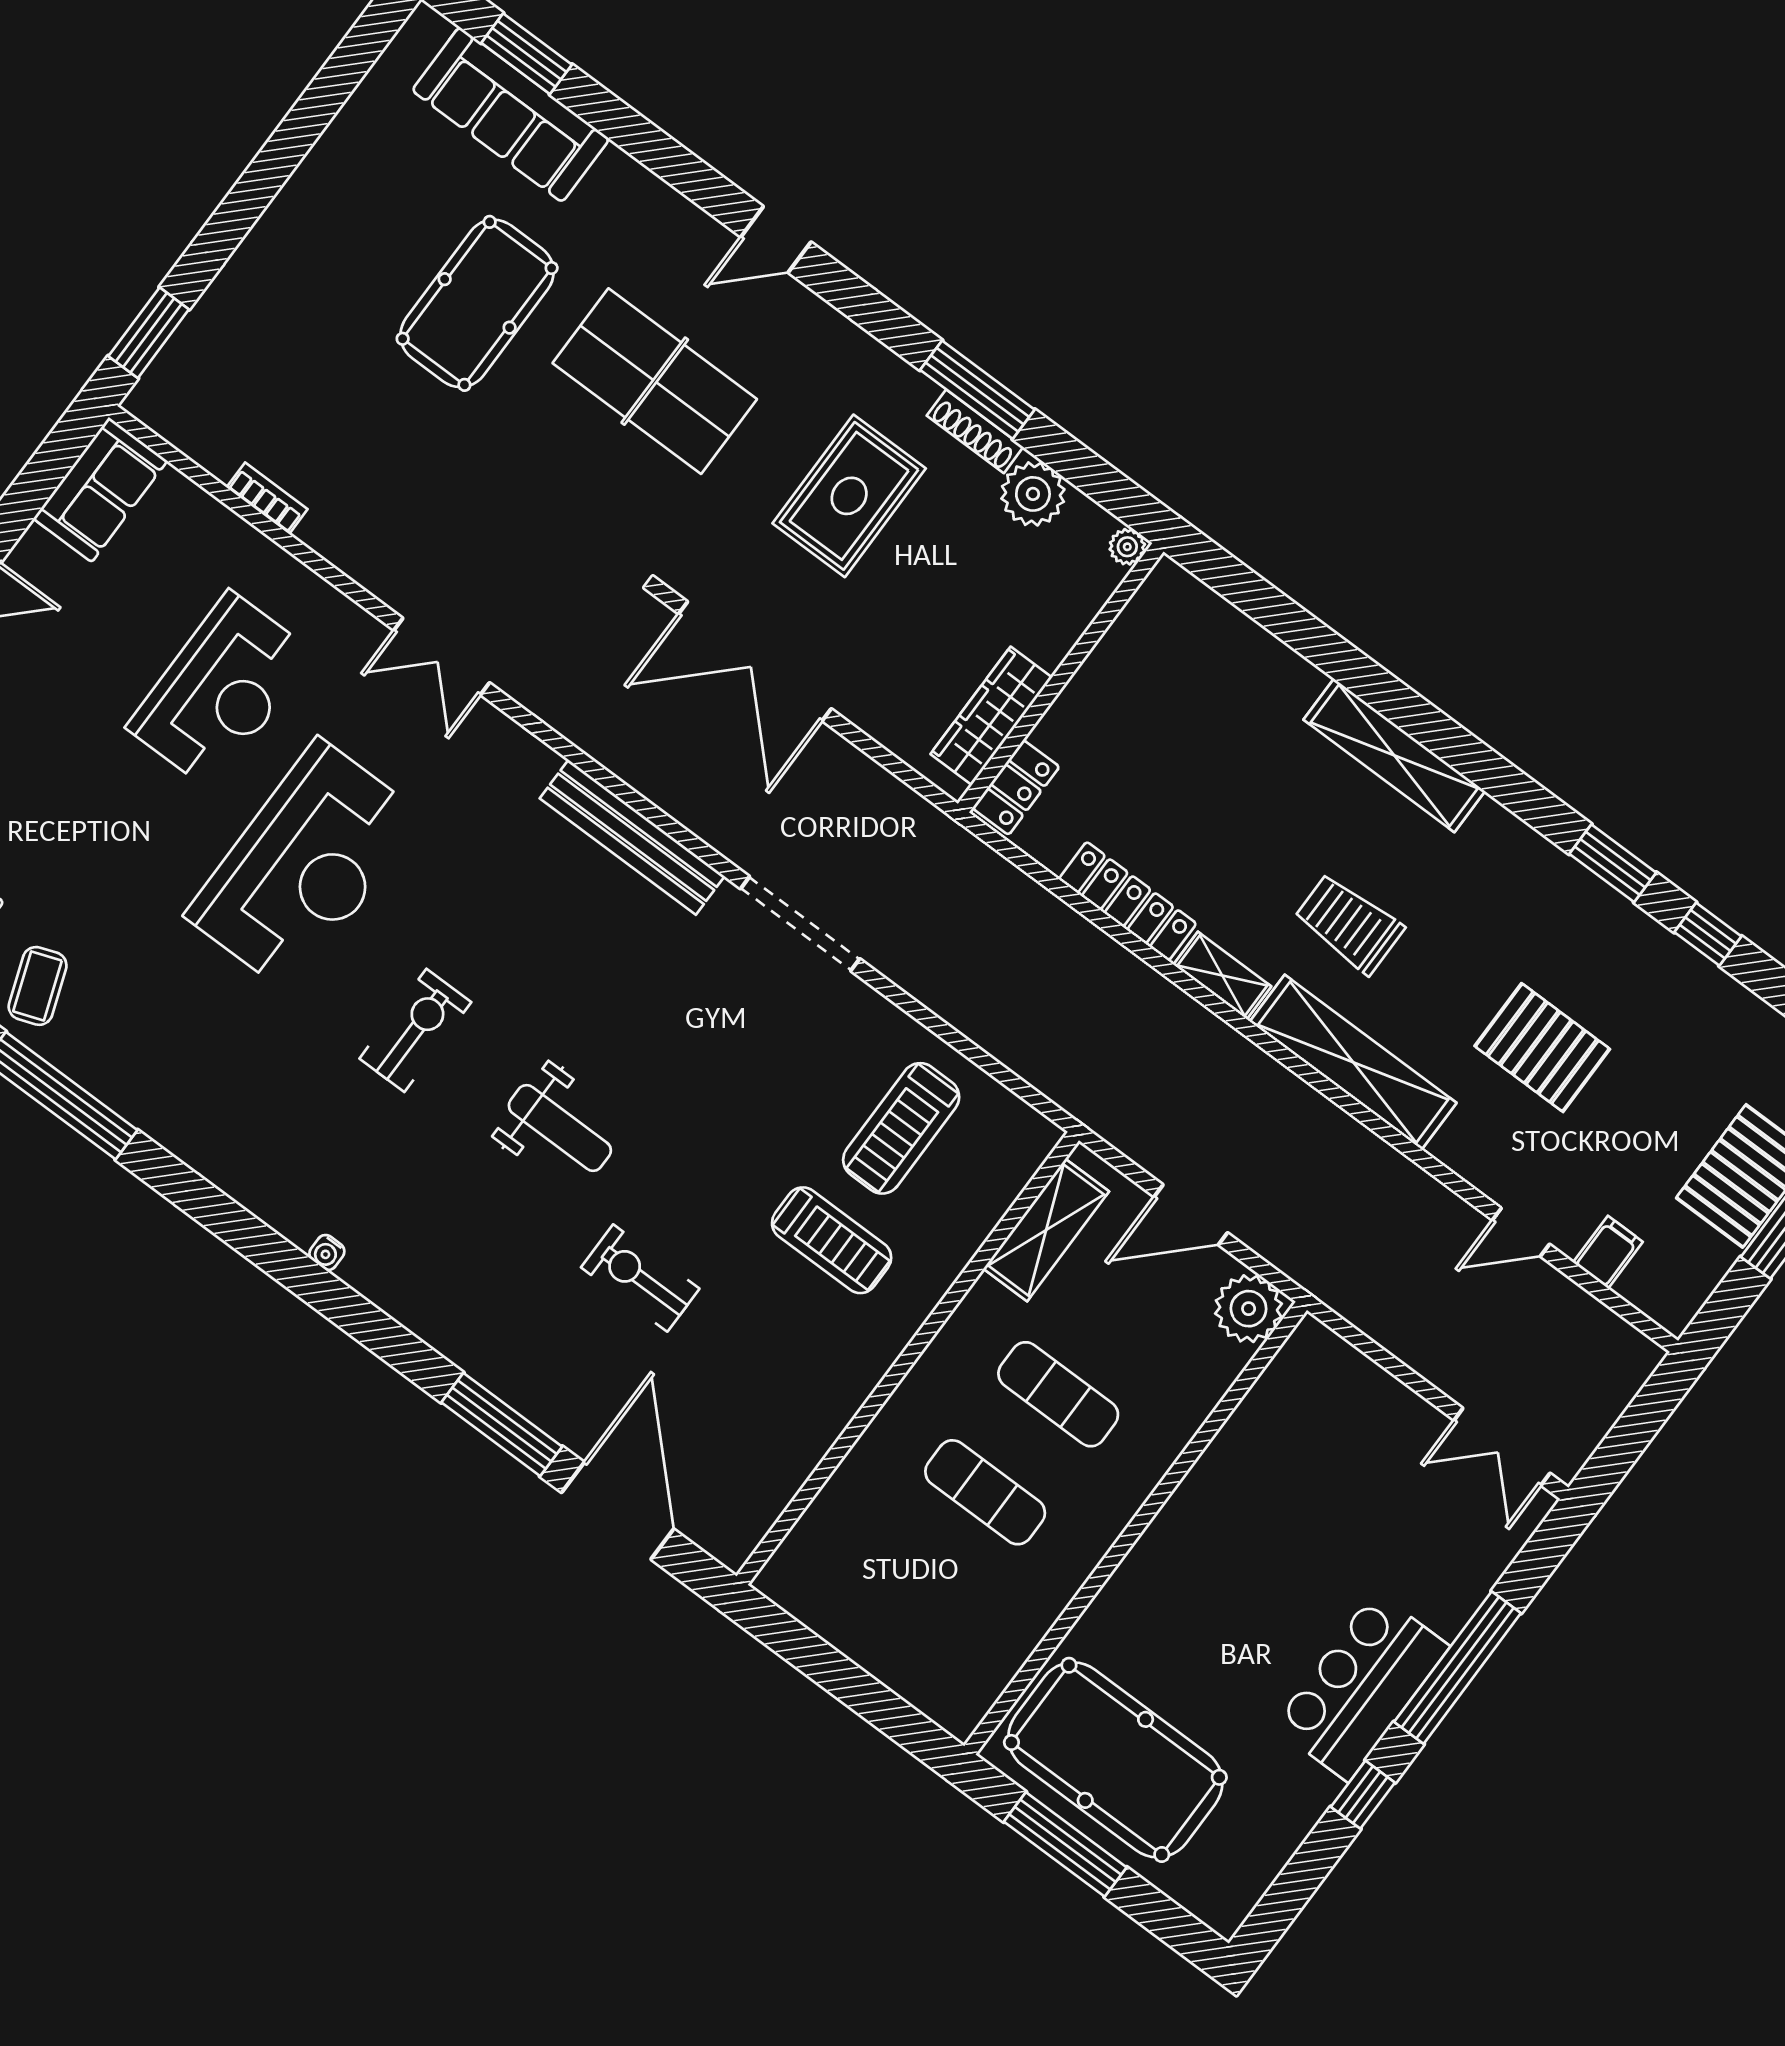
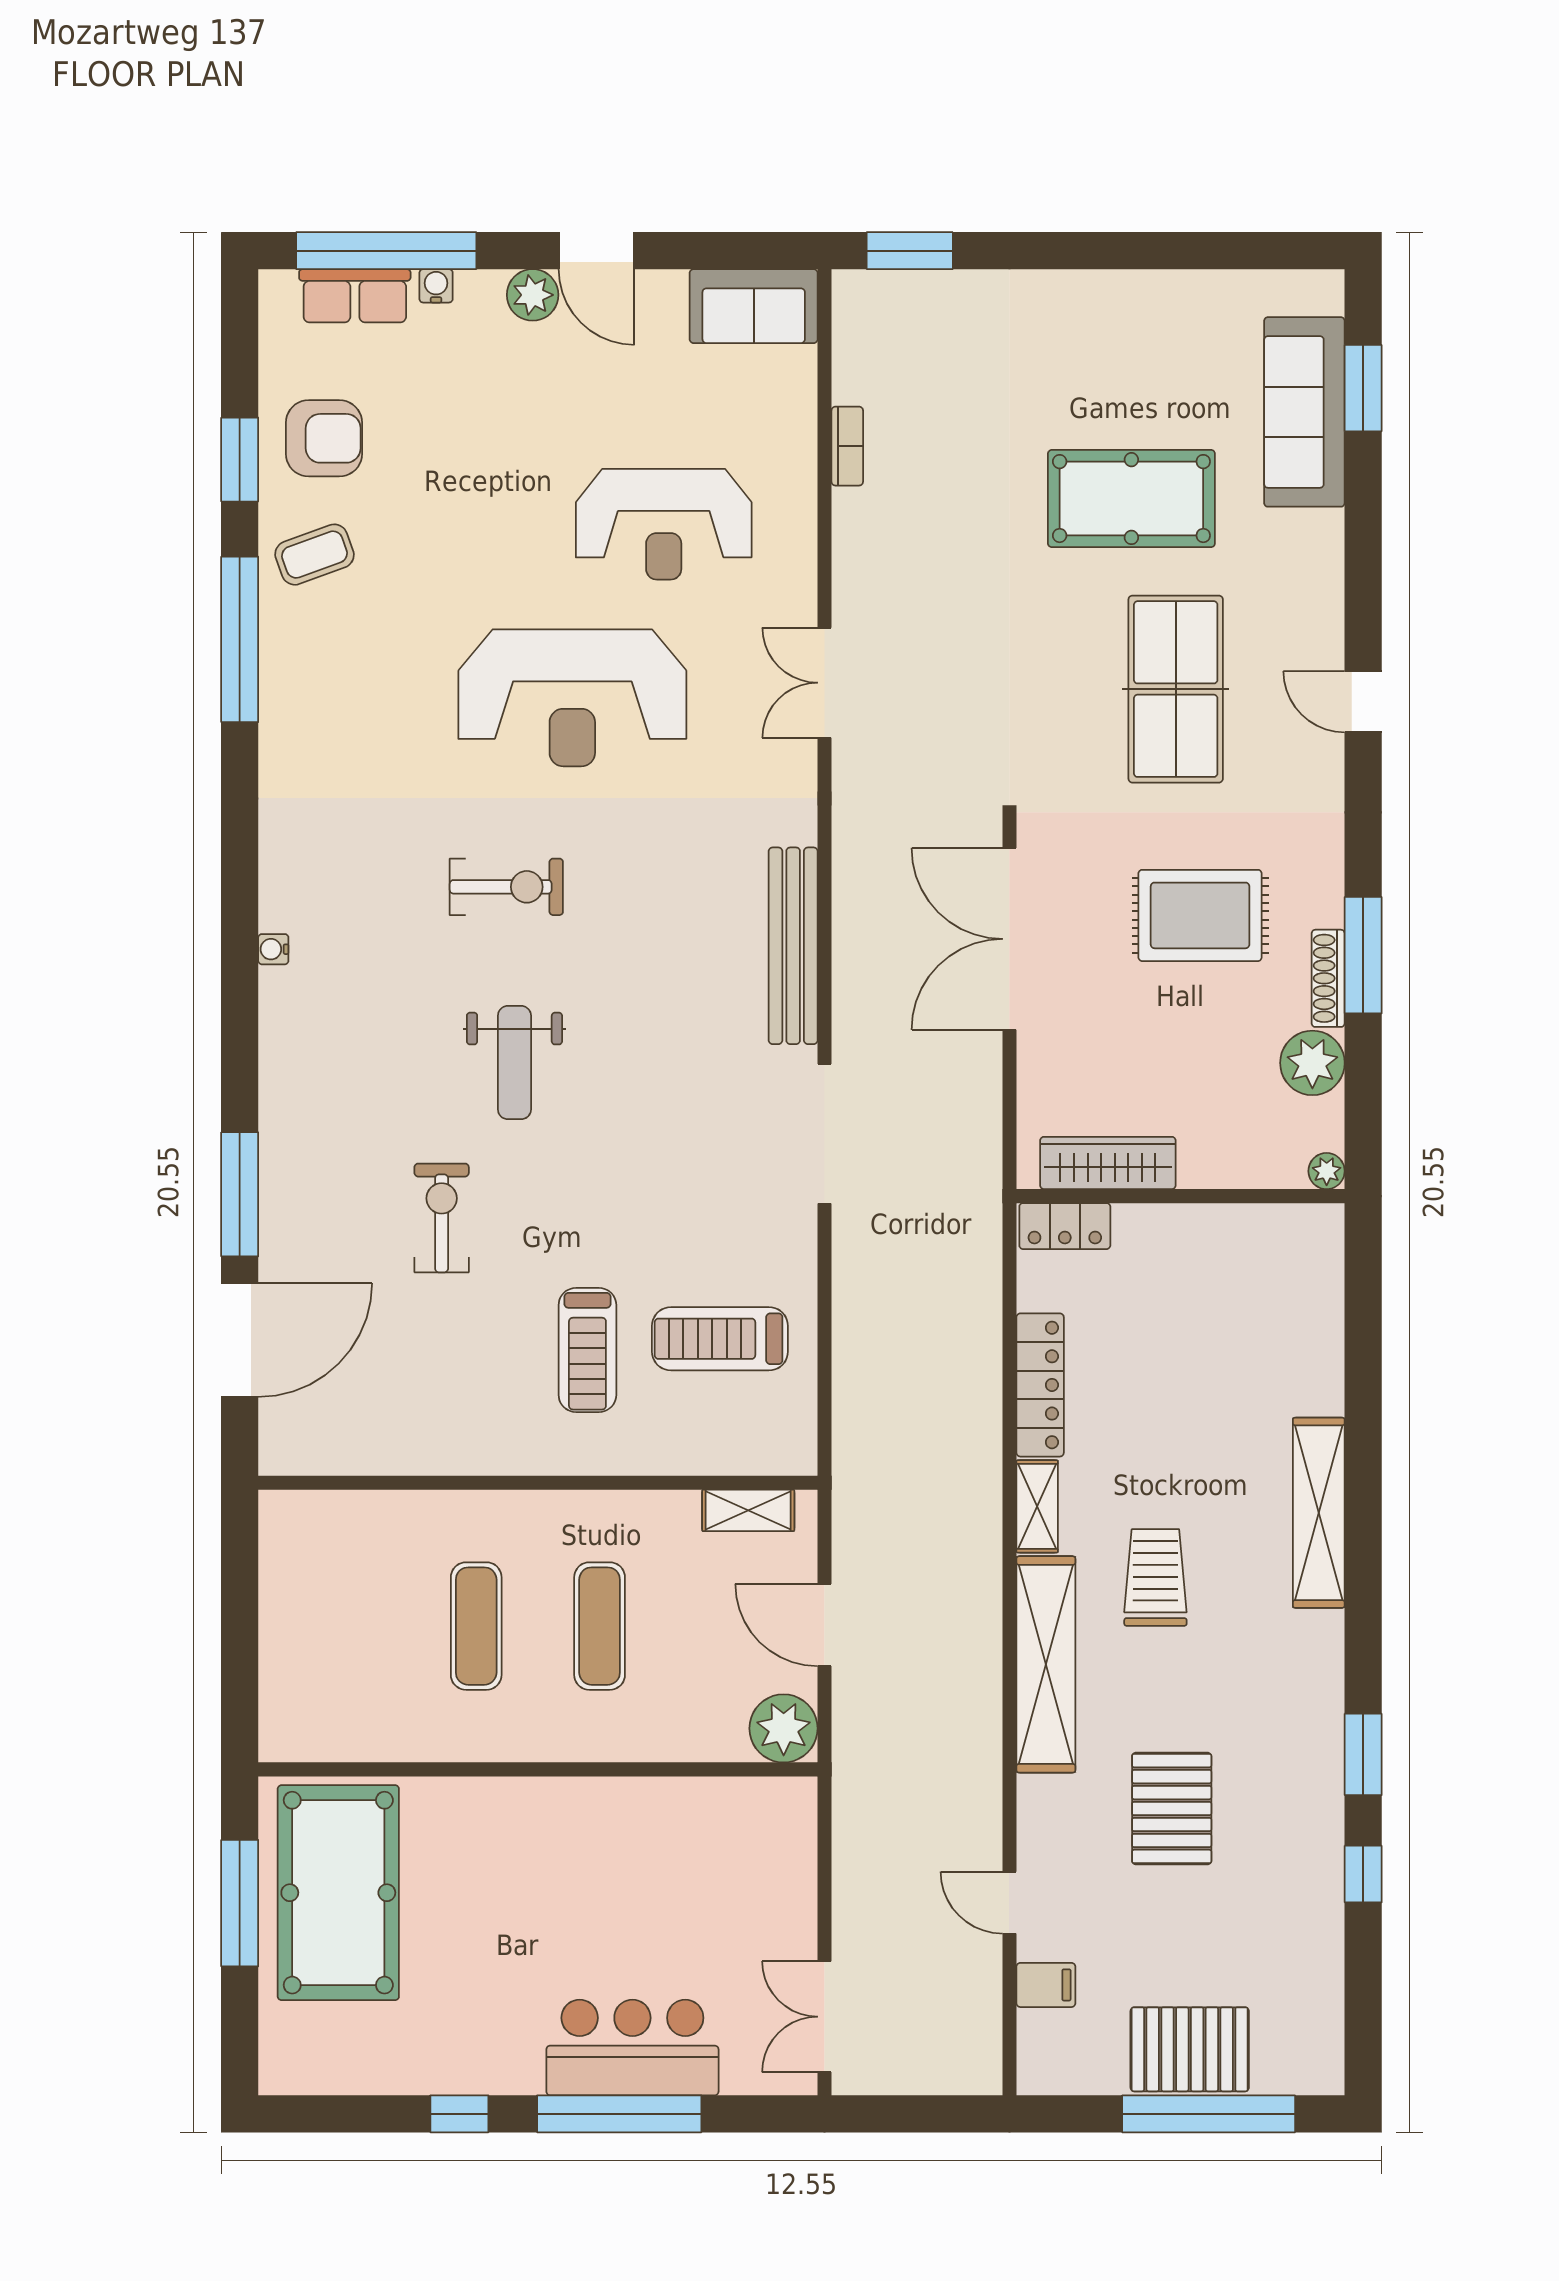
shelving: (1046, 1230) -> (748, 1510), width x0.67, depth x0.75
bar counter: (1362, 1686) -> (632, 2048), moved

